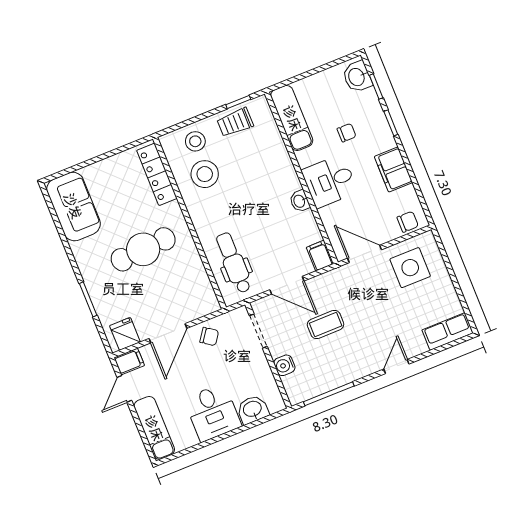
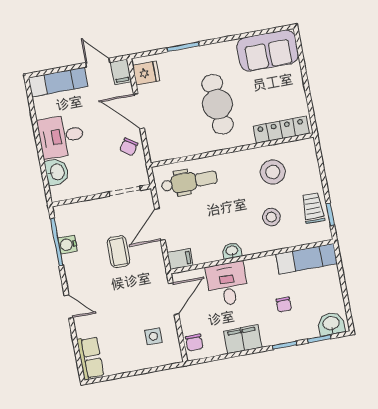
stool: (195, 141) -> (271, 217), moved
desk: (330, 181) -> (227, 284), moved
side table: (410, 268) -> (153, 336), width x0.54, depth x0.54
water cooler: (284, 365) -> (68, 244), moved, turned -90

